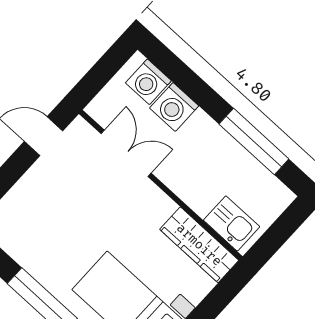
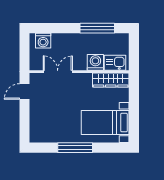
washing machine: (174, 107) -> (95, 62), moved, turned 180

